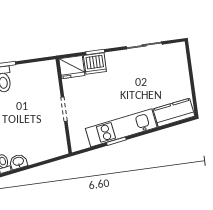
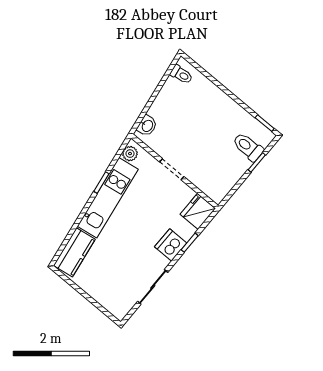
dishwasher: (95, 63) -> (171, 245), moved
plant: (82, 143) -> (130, 154), added
washbasin: (18, 162) -> (147, 126), moved

